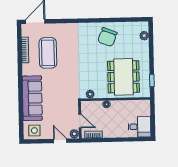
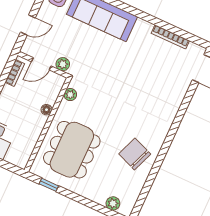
coffee table: (48, 53) -> (152, 65), removed
dining table: (123, 77) -> (72, 150), turned 90
plant: (74, 134) -> (63, 64), moved

